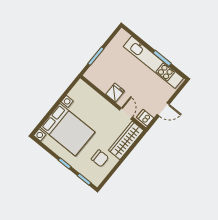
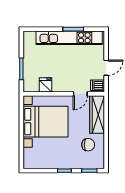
fridge: (115, 93) -> (46, 85), moved
door: (126, 114) -> (80, 94), swing flipped
bed with nightstands: (68, 130) -> (46, 122), moved

